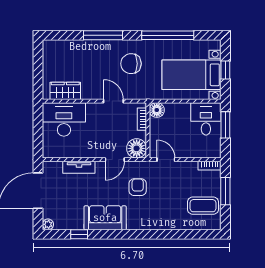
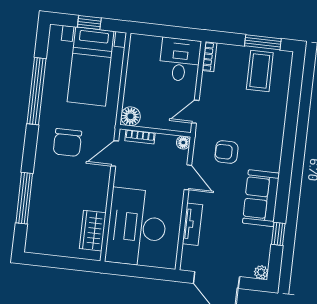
window: (103, 35) -> (24, 198), moved
door: (113, 101) -> (115, 153), moved
desk: (64, 119) -> (137, 227), width x1.36, depth x1.30
desk: (206, 119) -> (180, 60), moved, turned 90
window: (225, 125) -> (160, 31), removed
floor lamp: (137, 148) -> (183, 143), width x0.53, depth x0.53
window: (225, 191) -> (263, 42), moved

